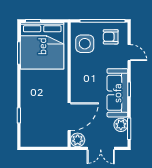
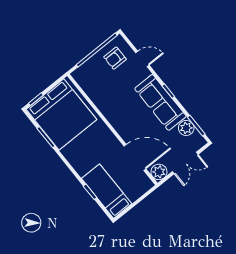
side table: (85, 44) -> (97, 82), removed
door: (69, 117) -> (135, 158), hinge flipped
bed: (31, 124) -> (107, 191), added

